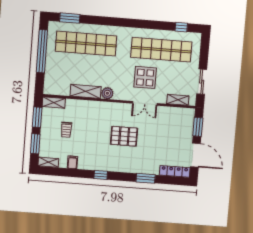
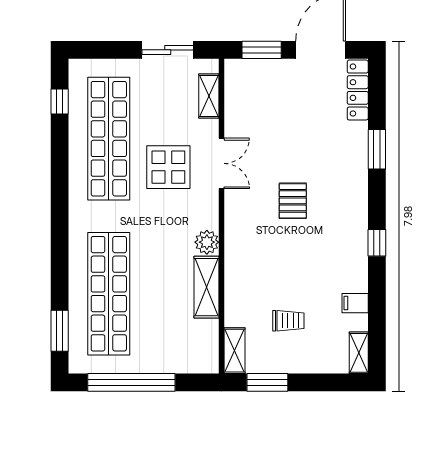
pallet: (124, 136) -> (293, 201), width x0.67, depth x0.71
window: (35, 144) -> (322, 382), removed

